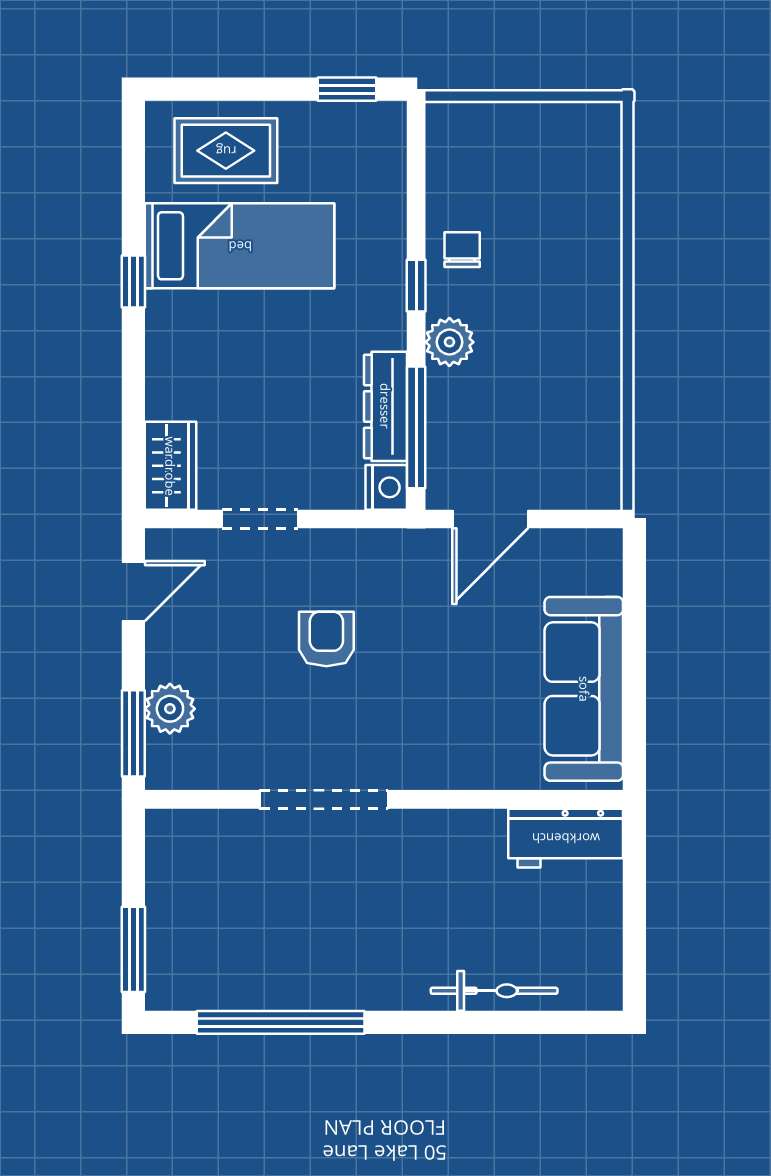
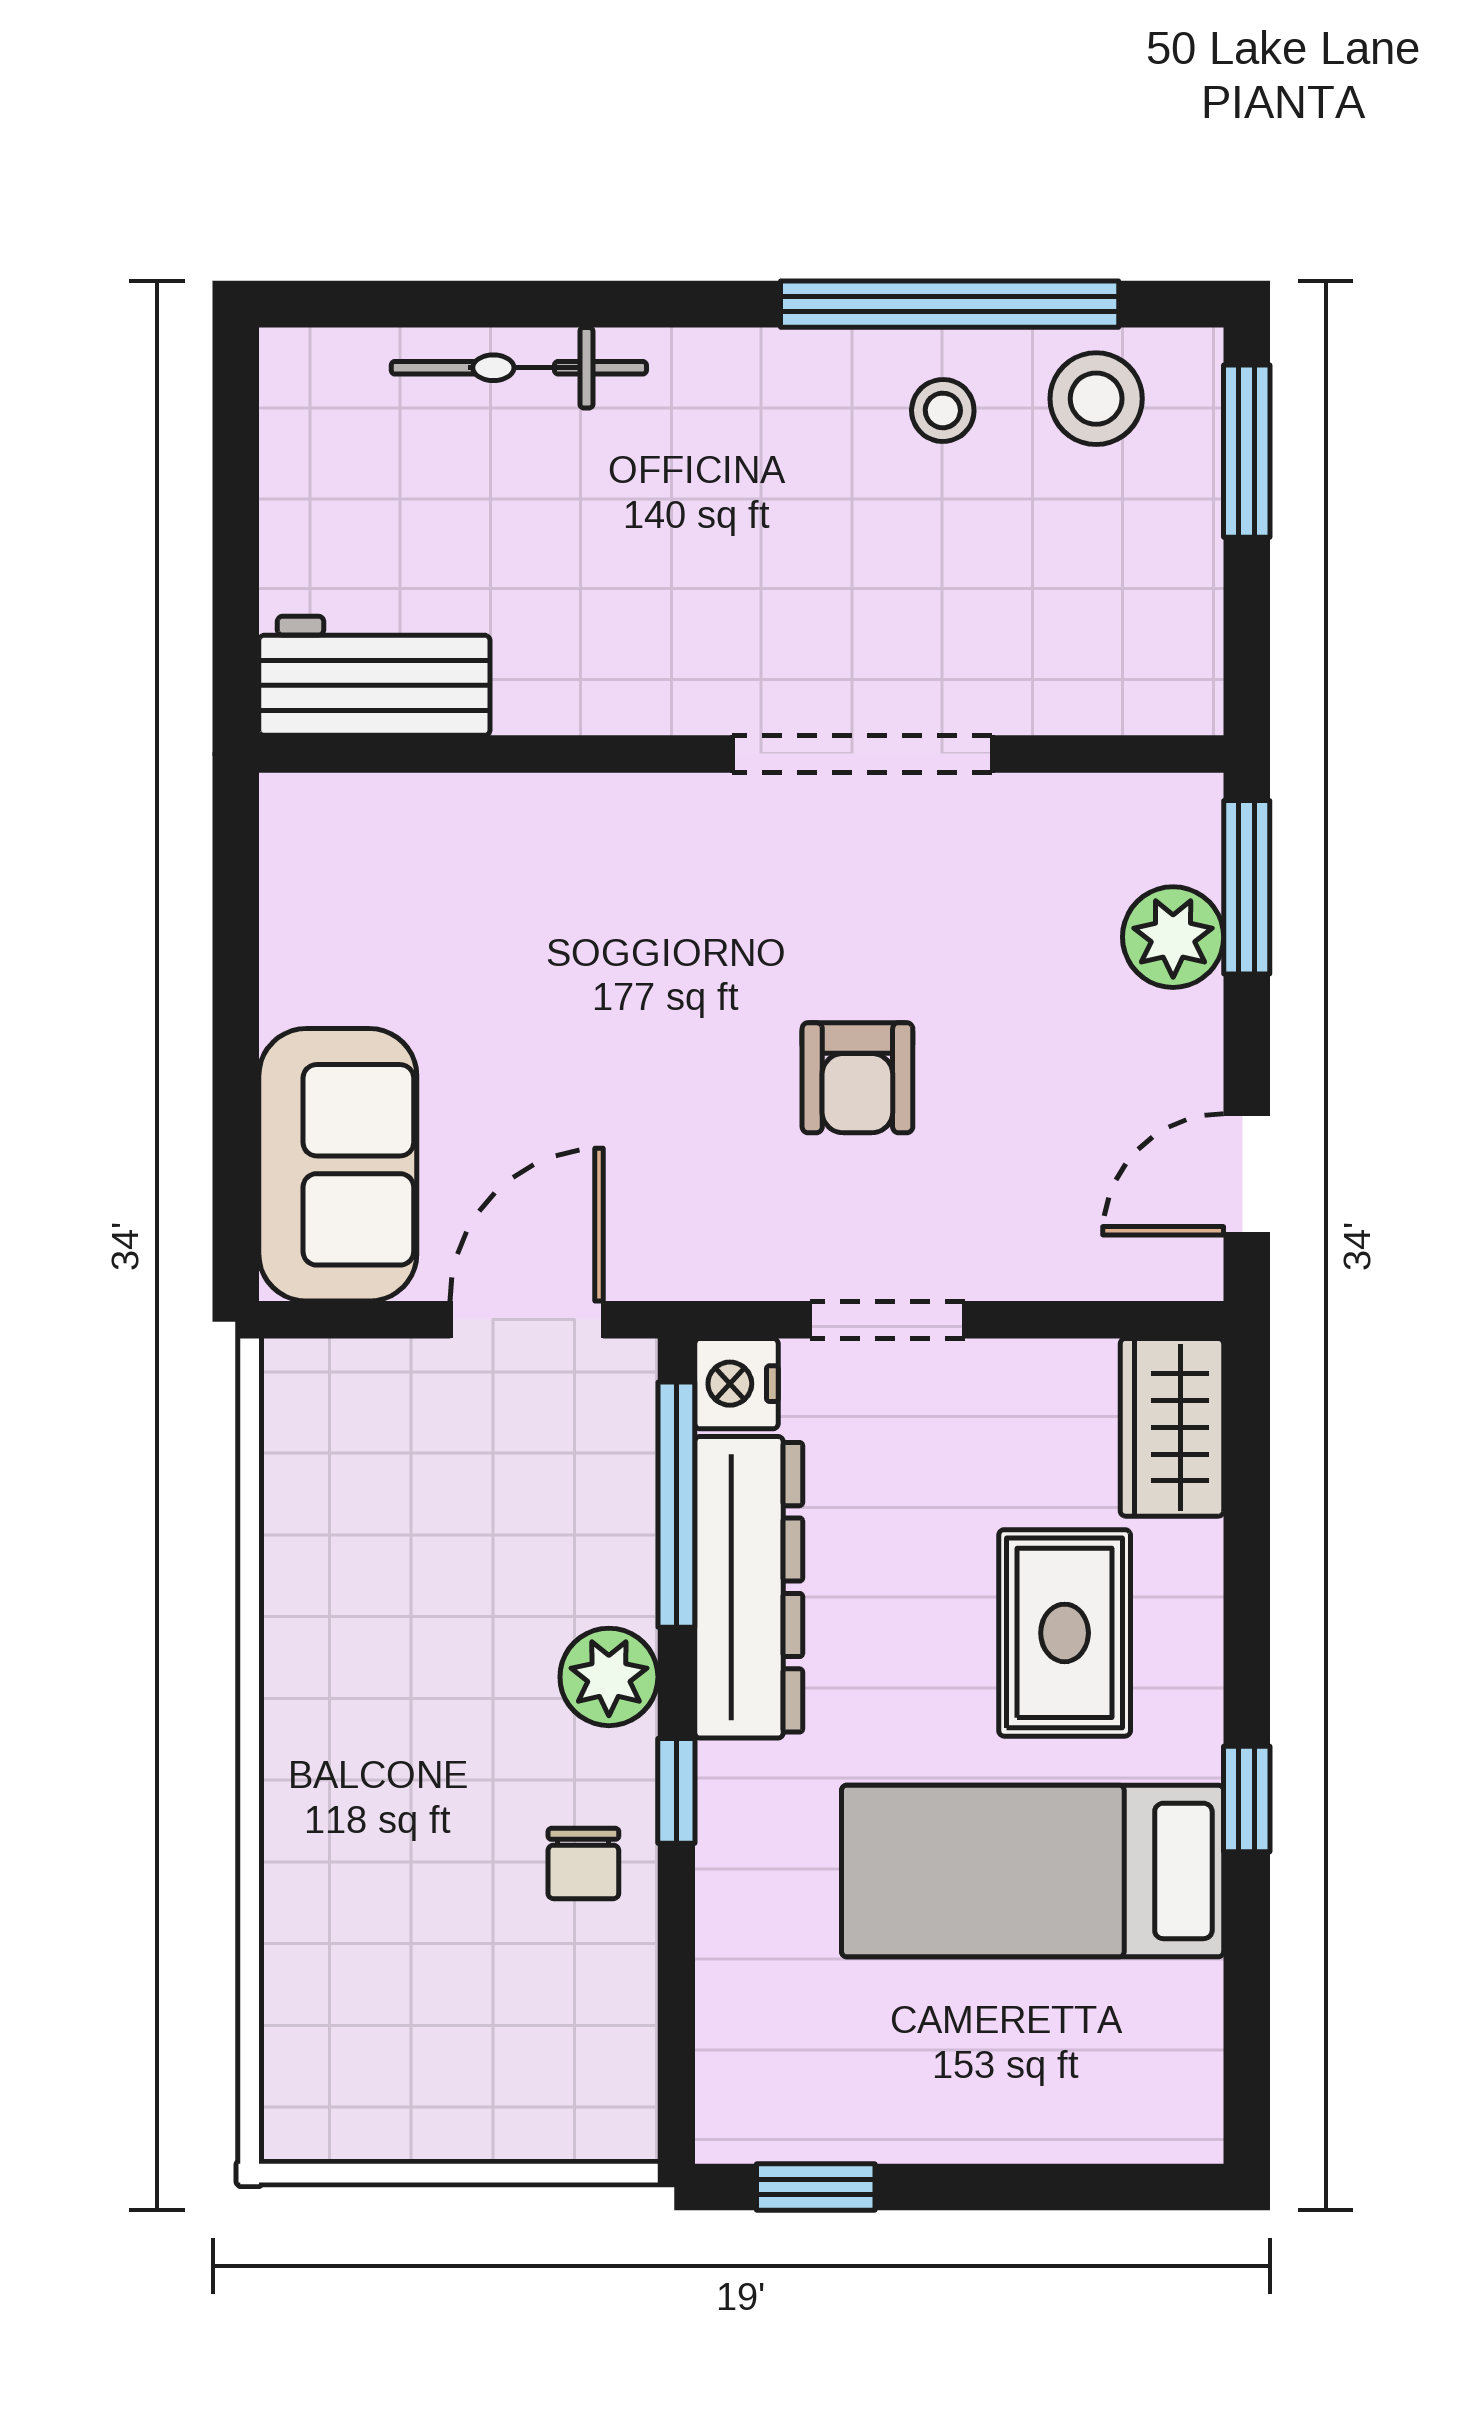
rug: (226, 151) -> (1065, 1633), moved, turned 90
dresser: (385, 406) -> (749, 1587), width x1.37, depth x1.24
doorway: (260, 519) -> (887, 1320), moved
sofa: (584, 689) -> (338, 1165), moved, width x0.73
stool: (284, 970) -> (943, 410), added
stool: (208, 976) -> (1096, 399), added

